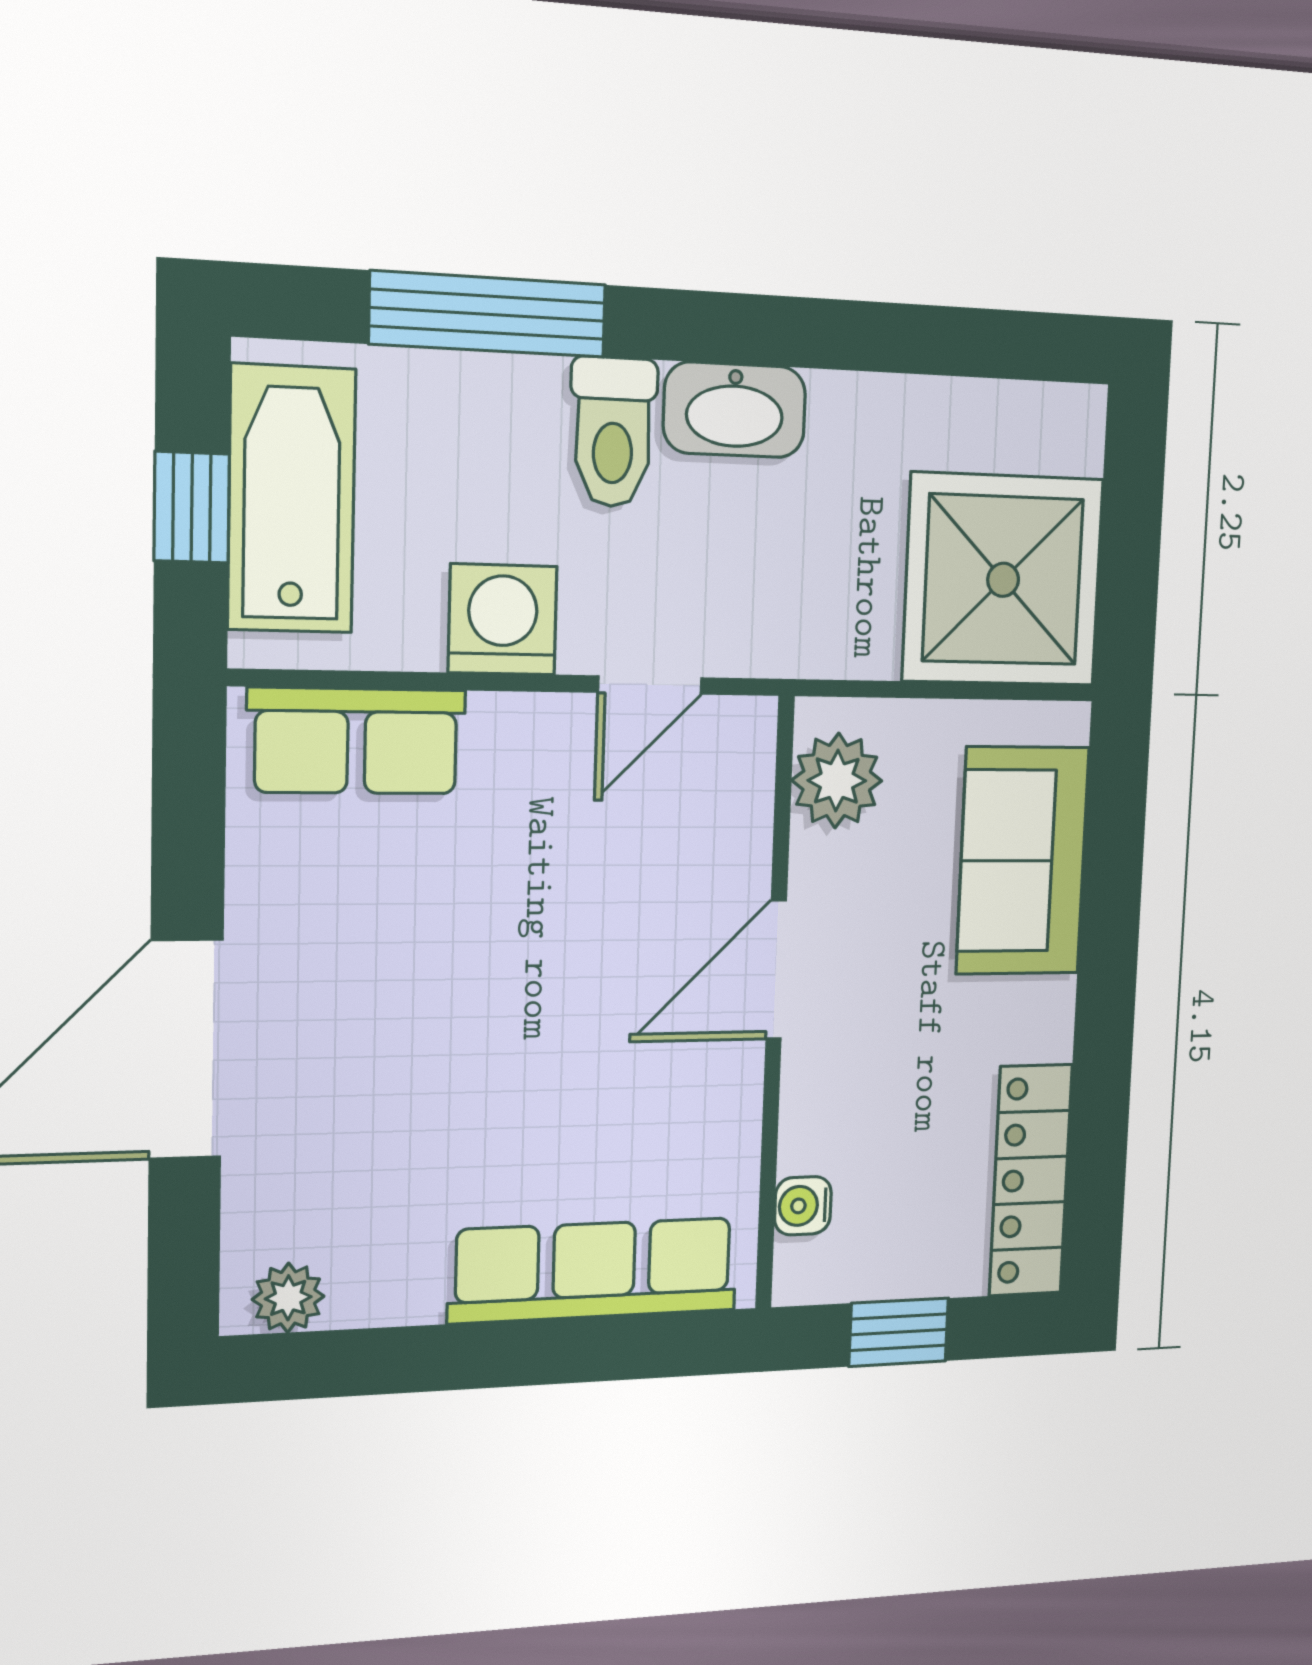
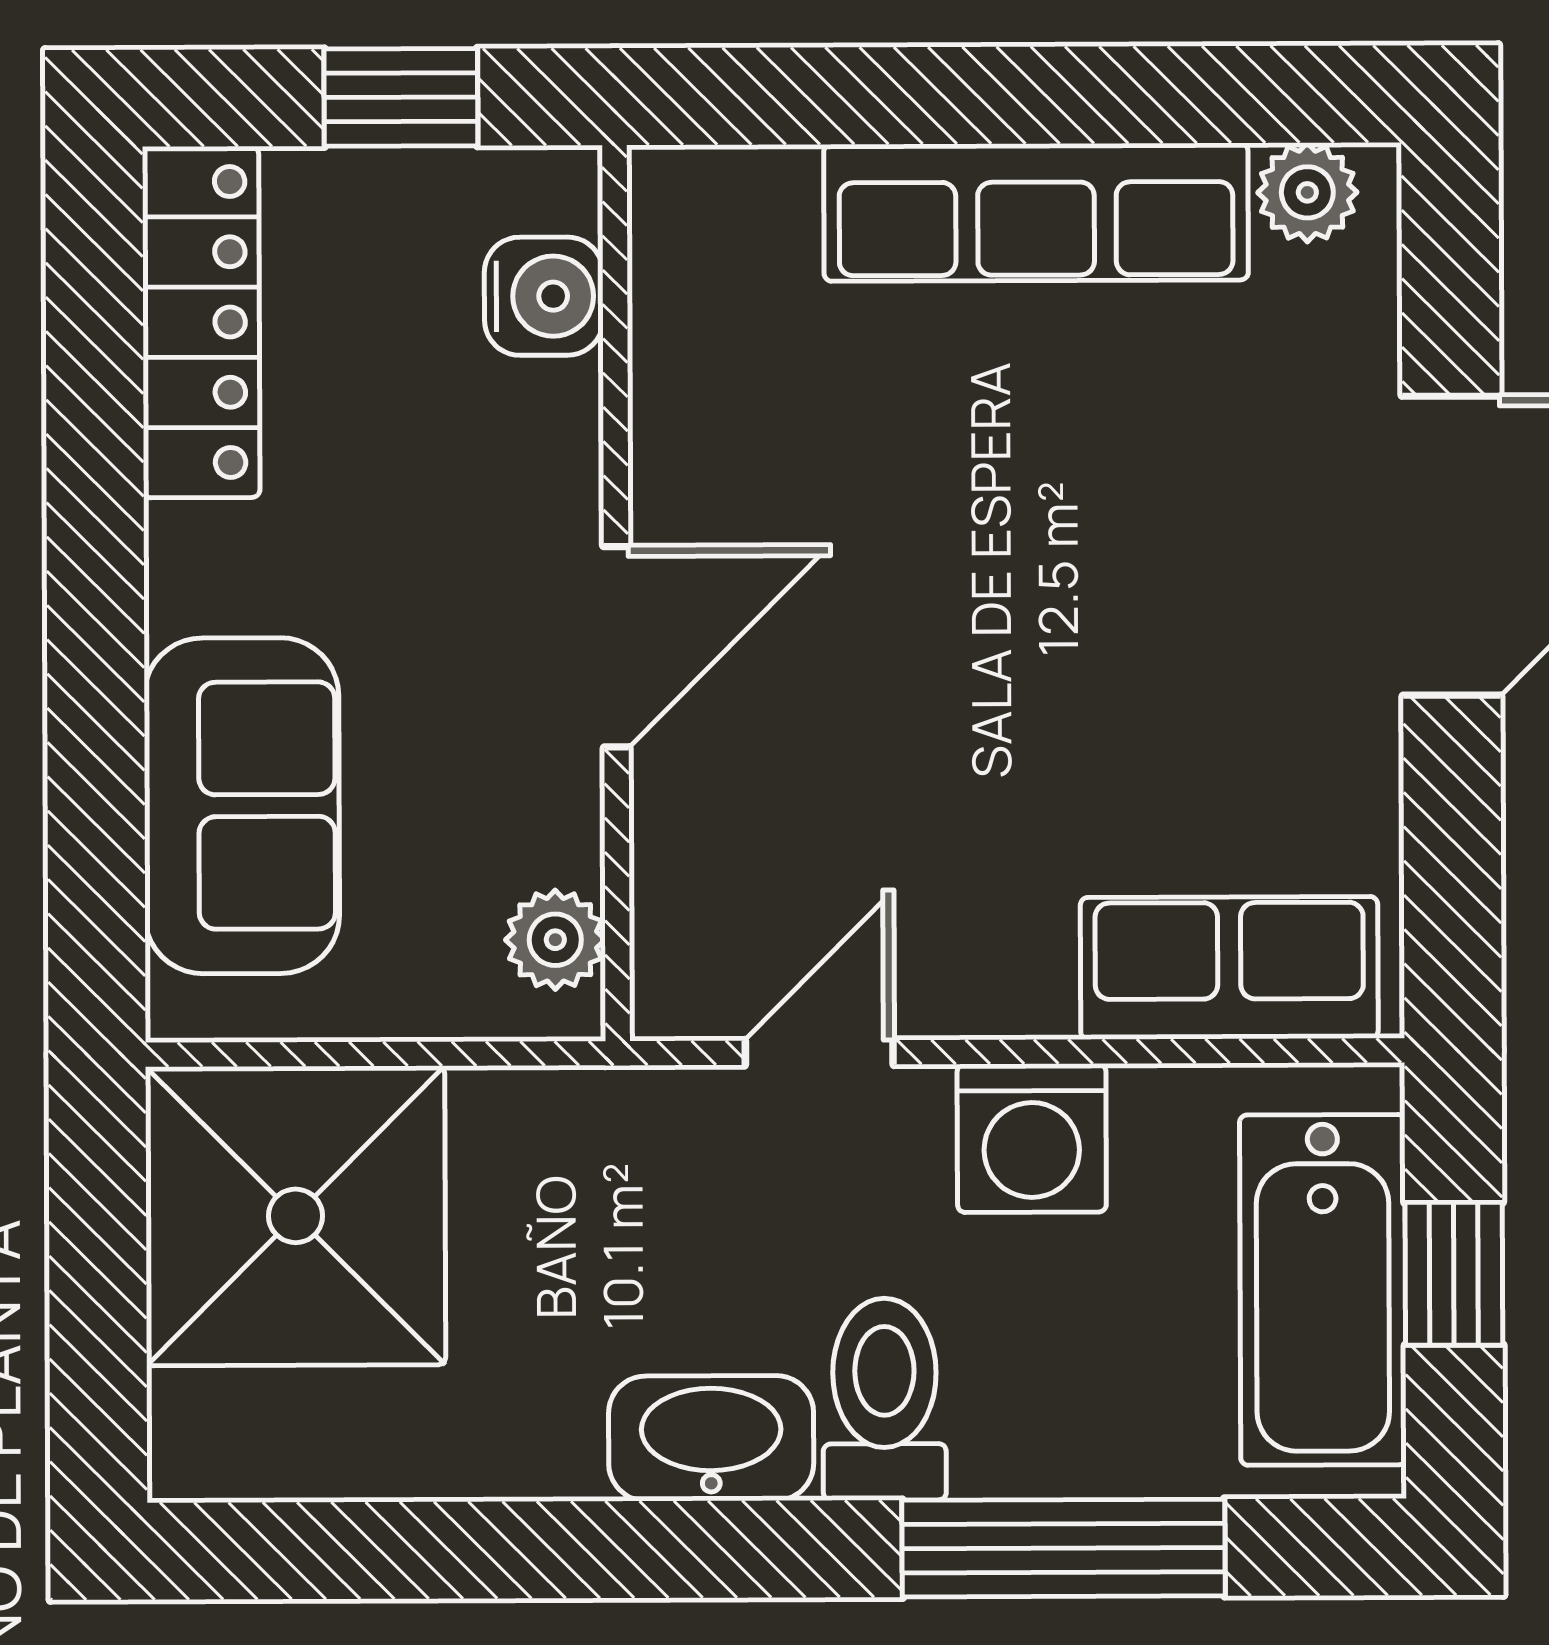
plant: (837, 781) -> (555, 940), width x0.73, depth x0.73
water cooler: (803, 1206) -> (544, 296), width x1.38, depth x1.38
row of seats: (594, 1270) -> (1036, 212), moved

